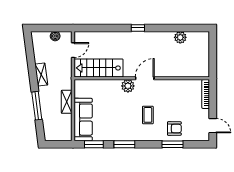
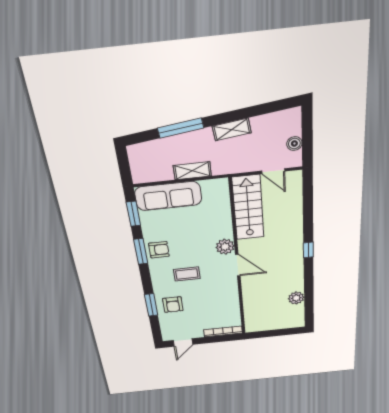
armchair: (125, 132) -> (159, 250), added

